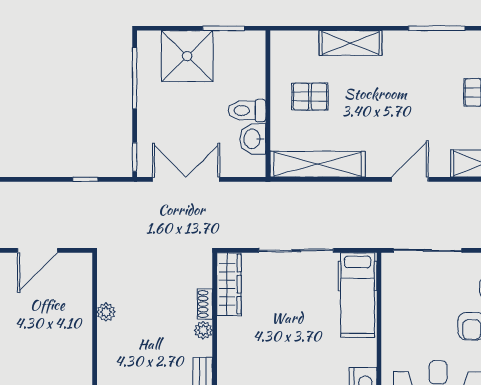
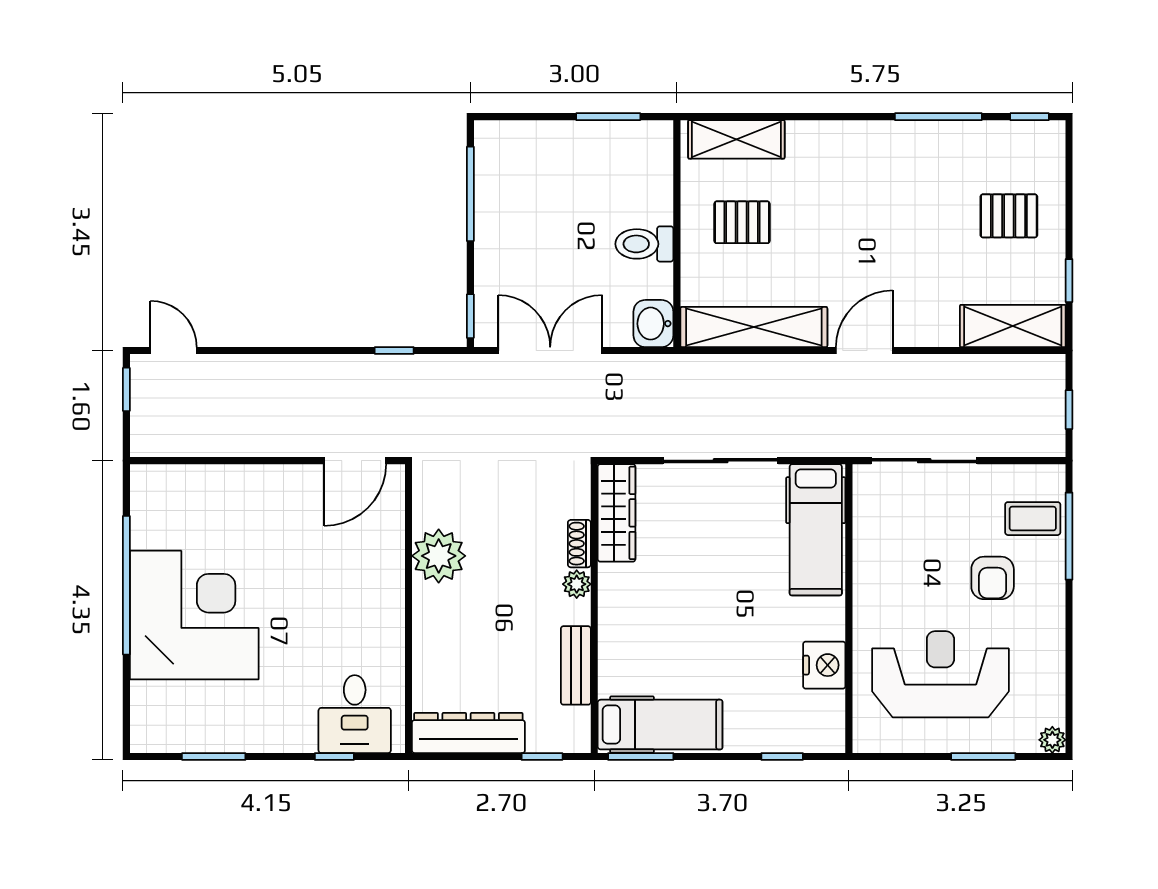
shelving: (351, 43) -> (736, 139), moved
shower: (187, 56) -> (552, 160), removed
washbasin: (253, 139) -> (653, 324), moved
door: (410, 179) -> (864, 351), moved
door: (38, 250) -> (355, 461), moved
plant: (106, 312) -> (439, 556), width x1.87, depth x1.87

